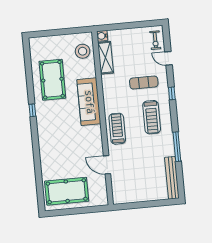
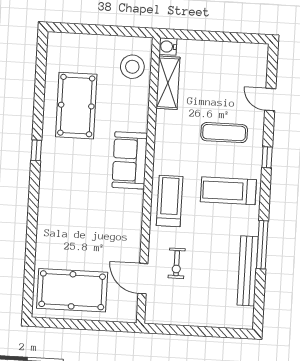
exercise bike: (155, 40) -> (177, 263), moved
sofa: (89, 102) -> (130, 160), width x0.73
treadmill: (152, 117) -> (228, 191), turned 90
door: (107, 165) -> (143, 279), moved
bench: (172, 178) -> (248, 271), moved

